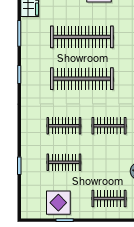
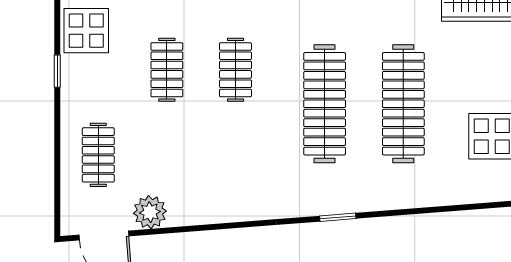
clothes rail: (109, 126) -> (235, 155), removed
display table: (58, 203) -> (86, 31), moved

